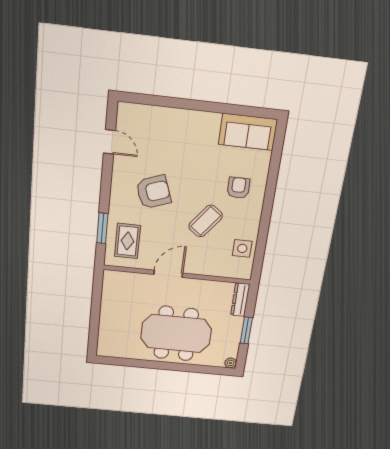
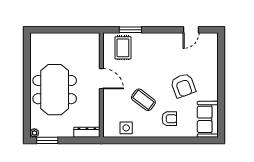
armchair: (153, 192) -> (183, 86), moved
rug: (128, 241) -> (123, 48), turned 90
window: (246, 330) -> (47, 140), moved

